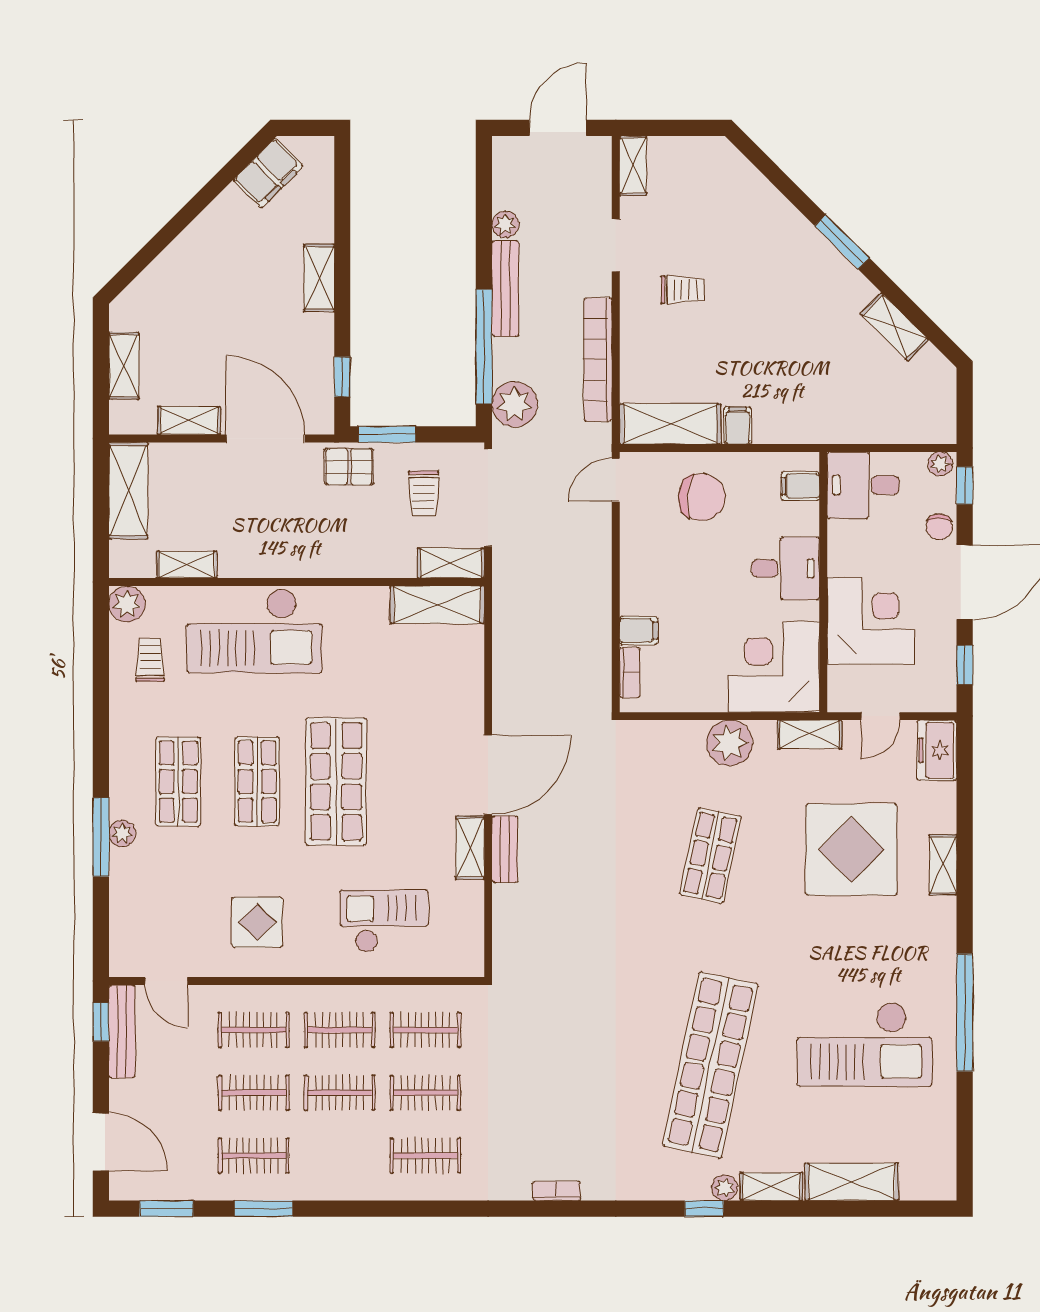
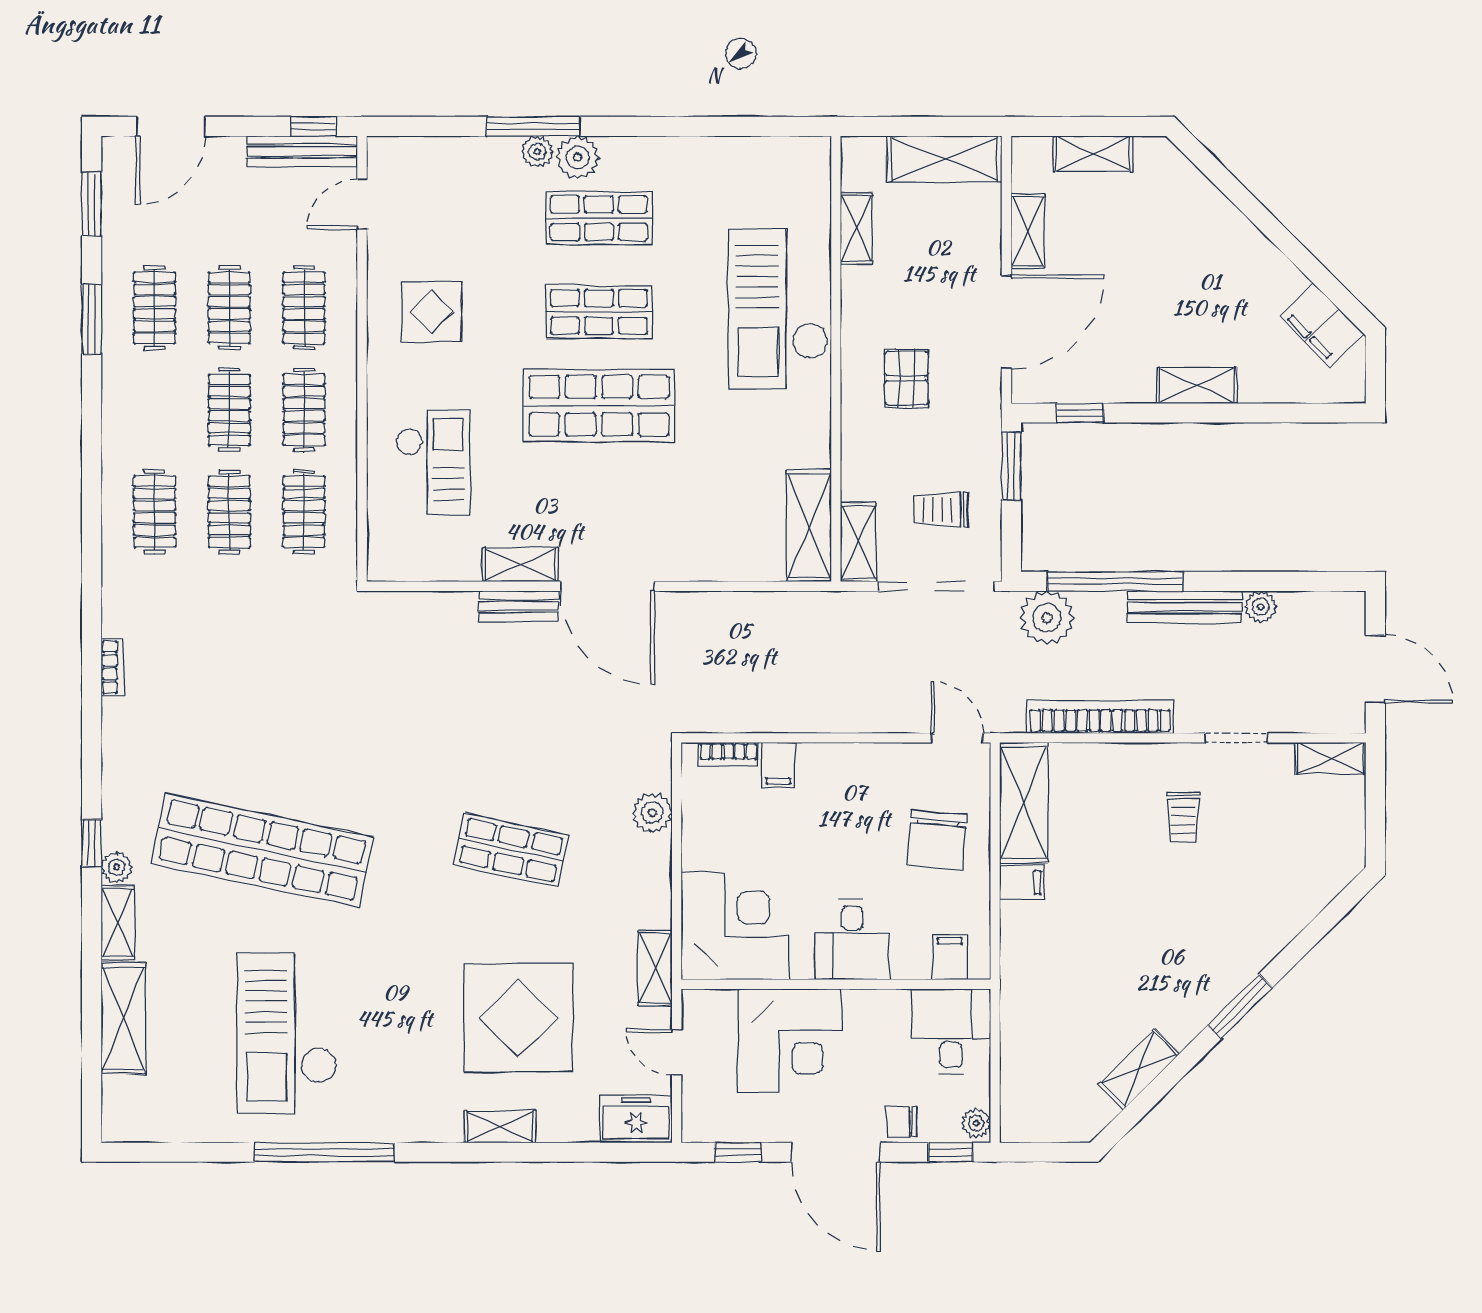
pallet: (349, 467) -> (907, 378), moved
plant: (127, 604) -> (578, 157), moved
trolley: (150, 660) -> (743, 185), removed
plant: (730, 743) -> (652, 813), moved, width x0.73, depth x0.73

